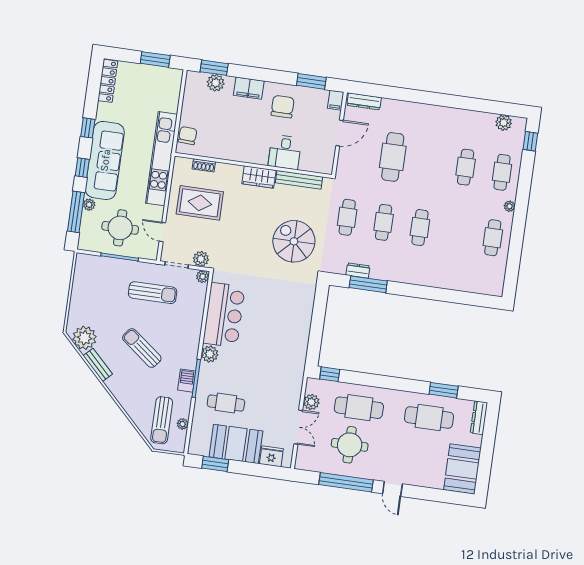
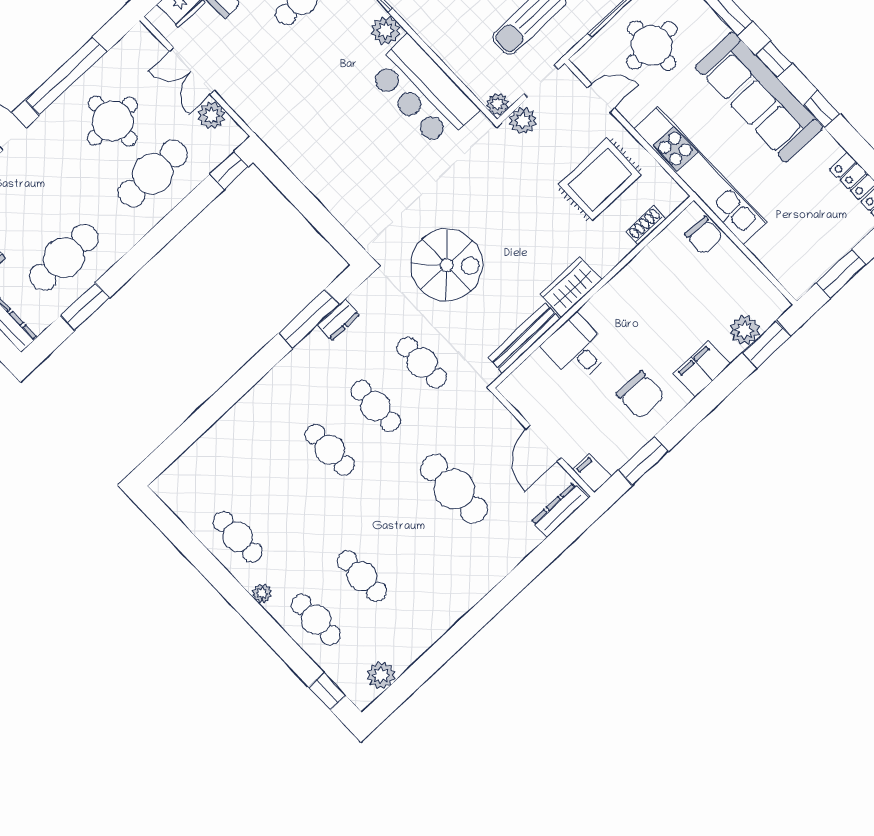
plant: (89, 205) -> (717, 29), removed

